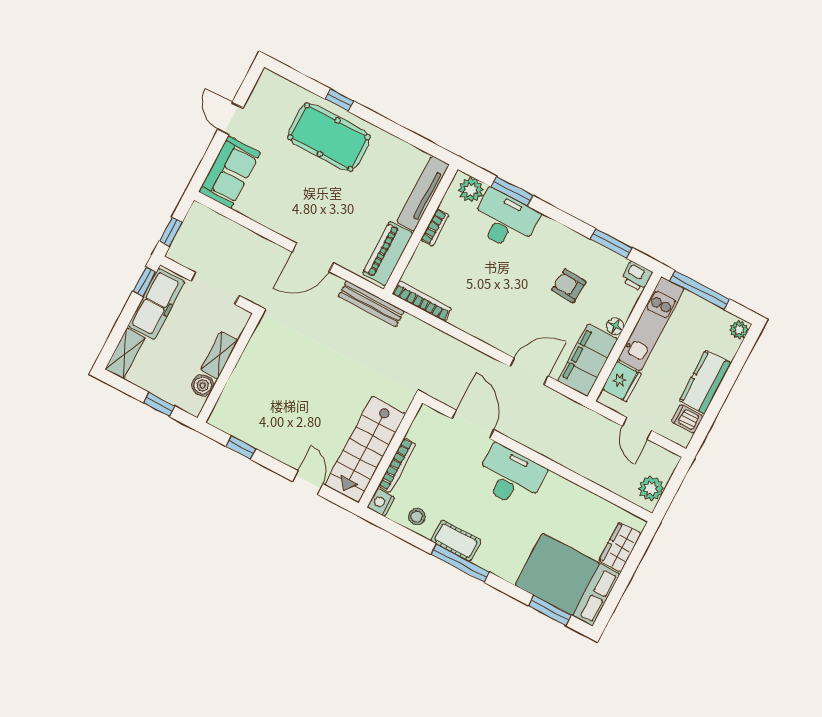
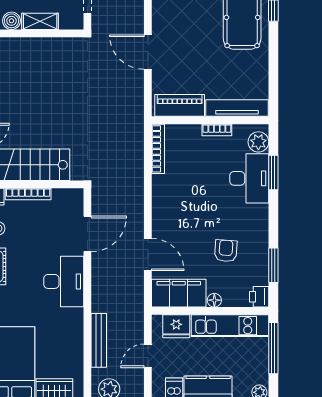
bench: (371, 304) -> (99, 340), moved

